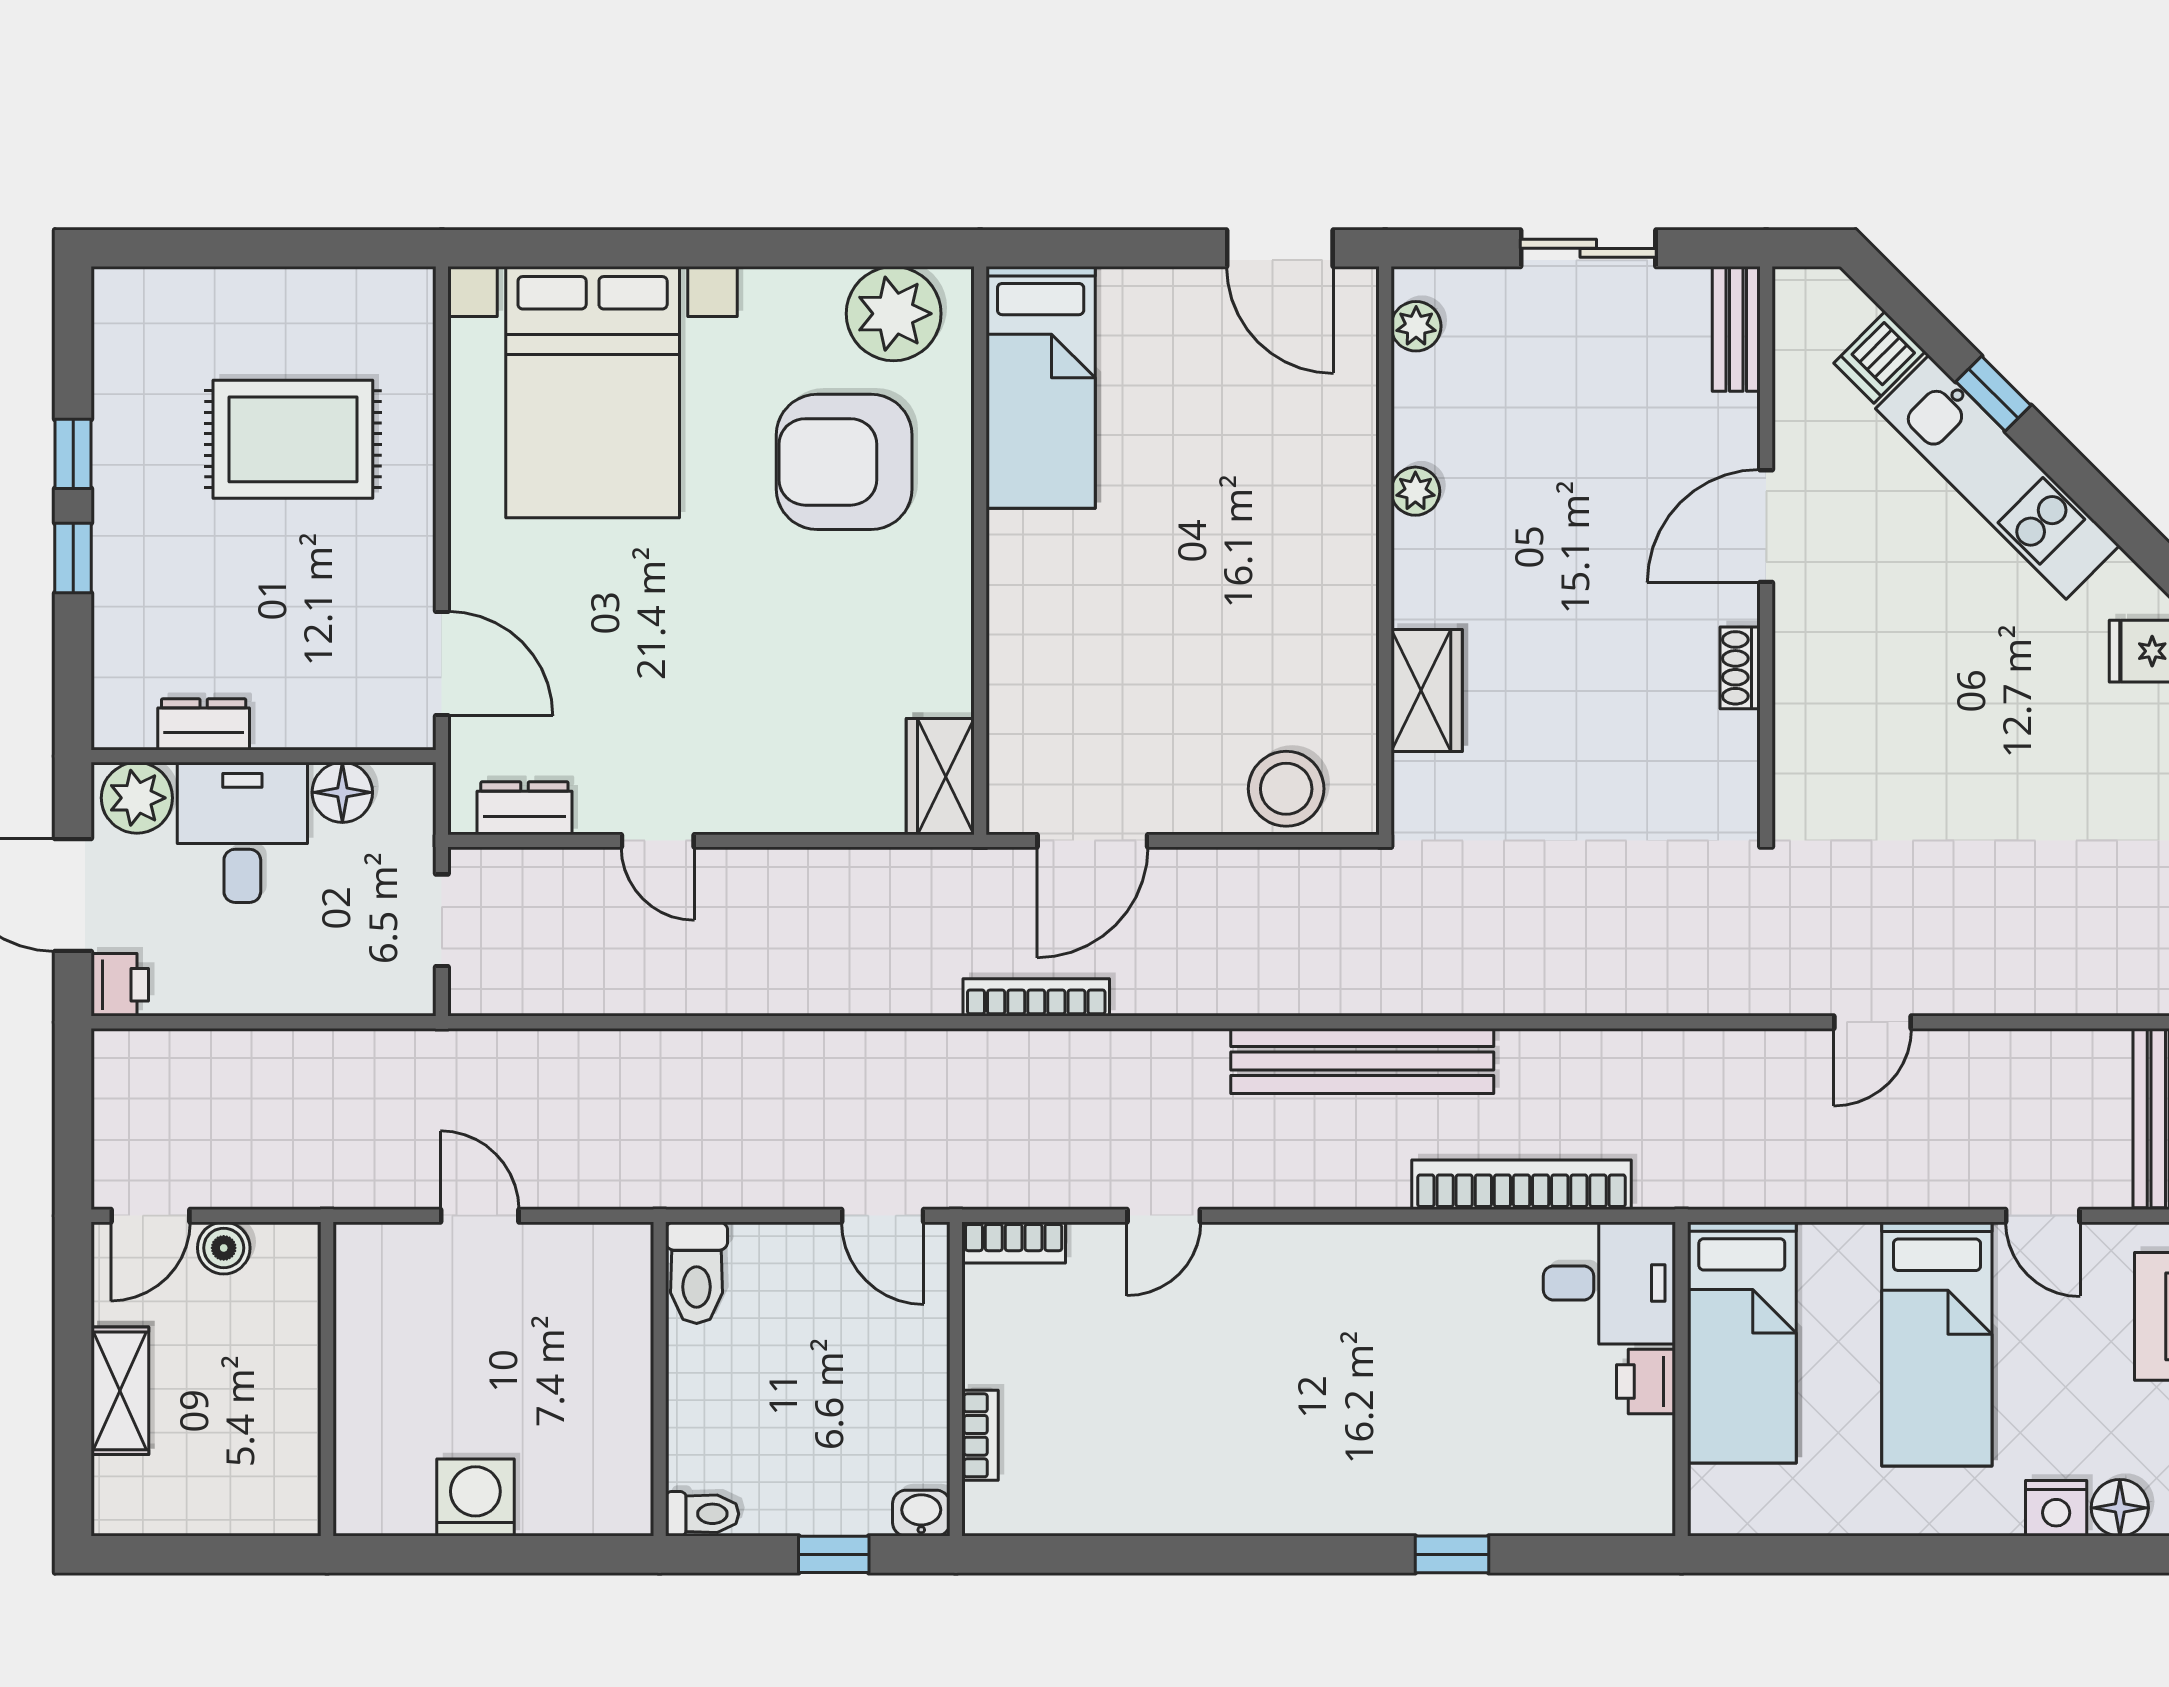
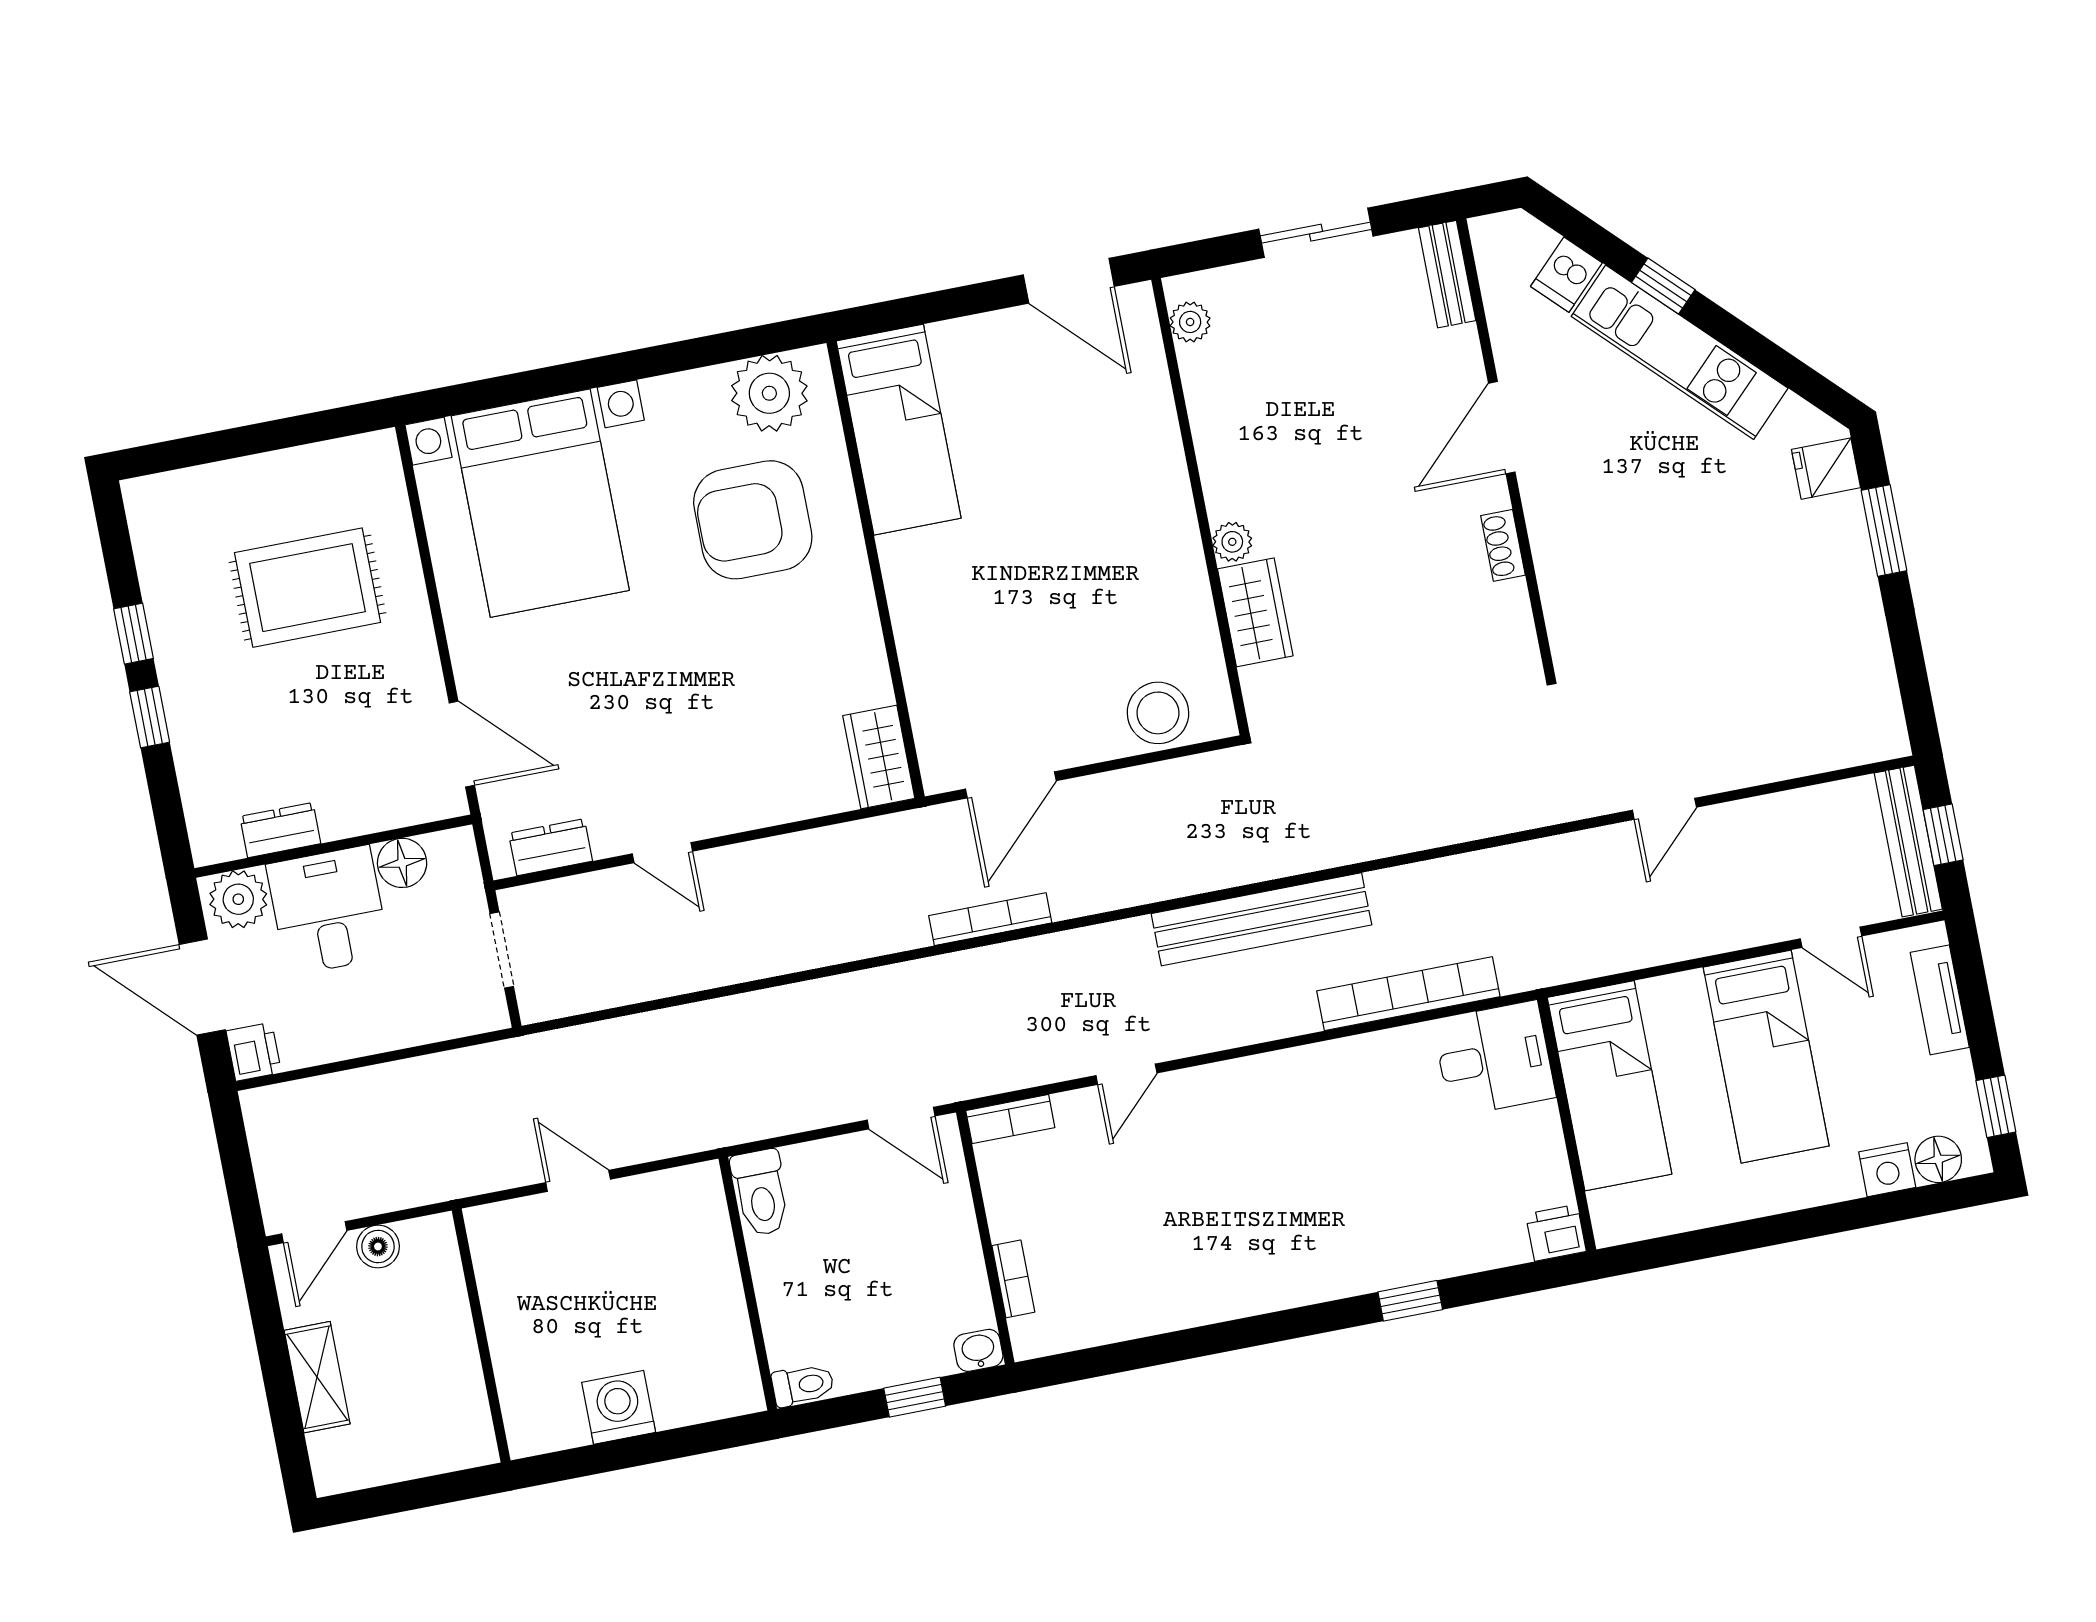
plant: (1415, 491) -> (1232, 542), moved
printer: (1646, 1381) -> (1556, 1233), moved, turned 90

